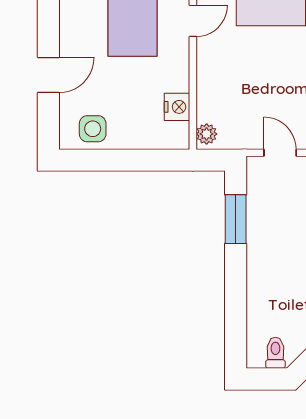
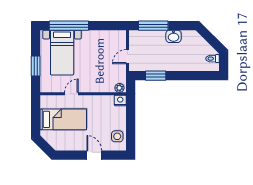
door: (193, 21) -> (71, 94), hinge flipped
nightstand: (177, 107) -> (120, 100), moved

